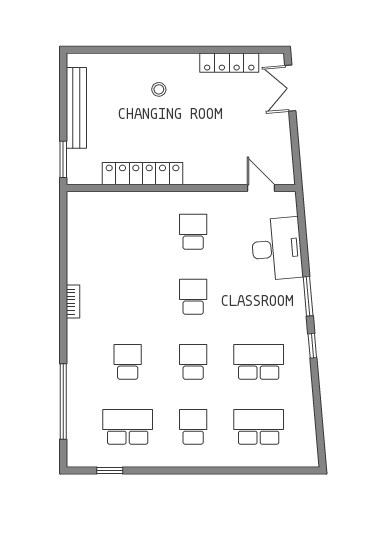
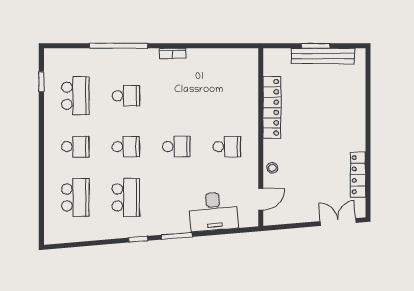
stool: (159, 89) -> (272, 168), moved
window: (63, 159) -> (316, 46), moved
window: (63, 402) -> (119, 46), moved

